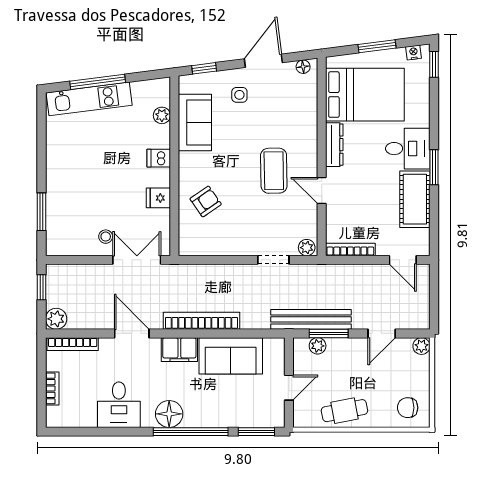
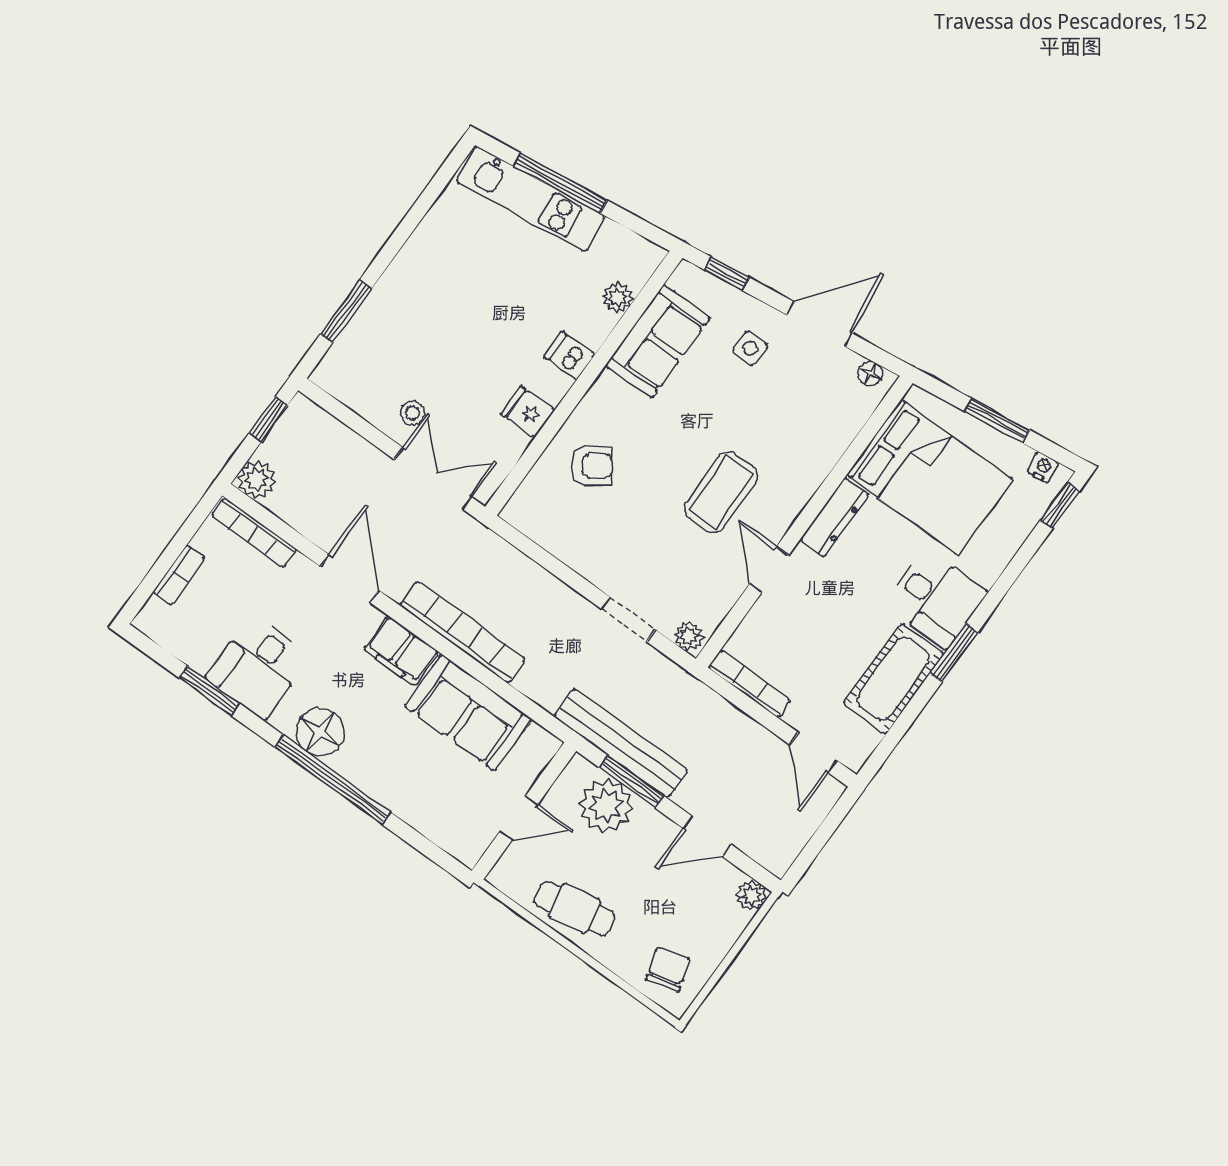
plant: (318, 346) -> (606, 806), width x1.88, depth x1.88
chair: (408, 408) -> (668, 969), turned 74
window: (256, 432) -> (209, 691), moved

